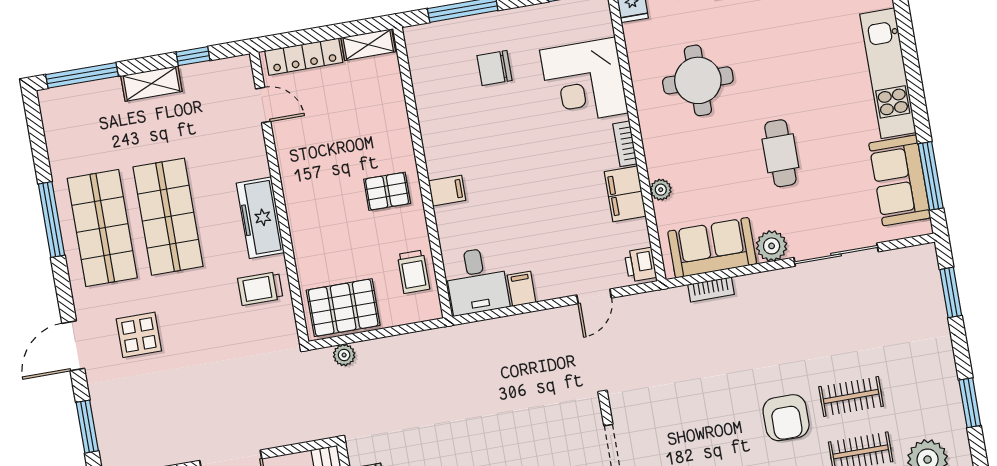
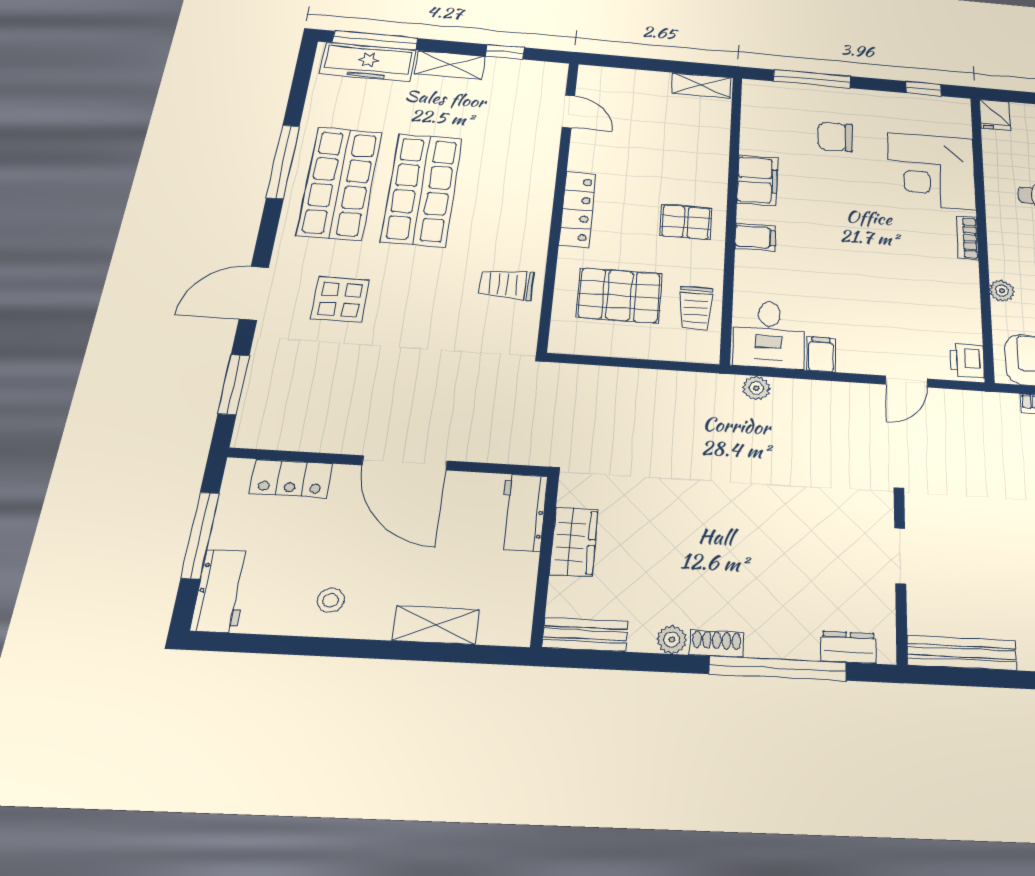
locker: (304, 57) -> (578, 209), moved, turned -90
filing cabinet: (625, 194) -> (757, 180), moved, turned 180
freezer: (260, 218) -> (368, 62), moved, turned -90
pallet: (343, 308) -> (619, 295), moved
plant: (344, 355) -> (756, 388), moved

